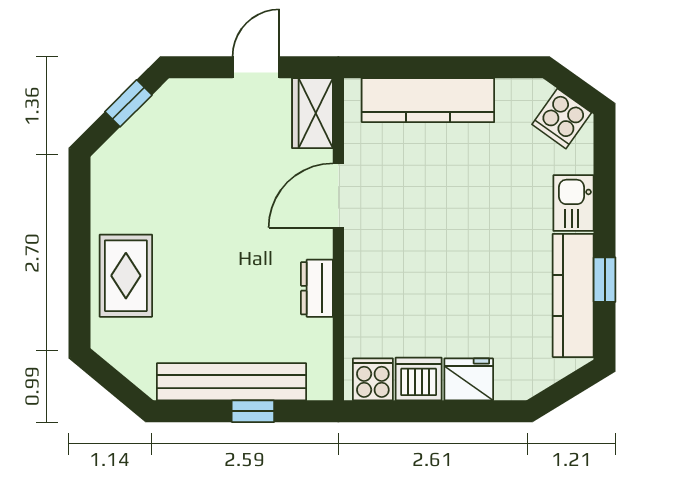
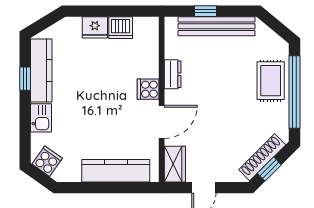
shoe rack: (142, 126) -> (262, 157), added
window: (79, 254) -> (294, 92), added
cooker: (373, 379) -> (148, 89), moved, turned 90

